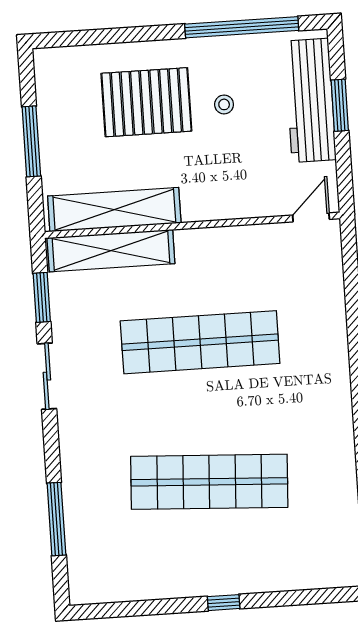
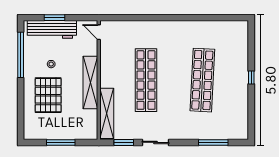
shelving: (114, 210) -> (90, 83), moved

